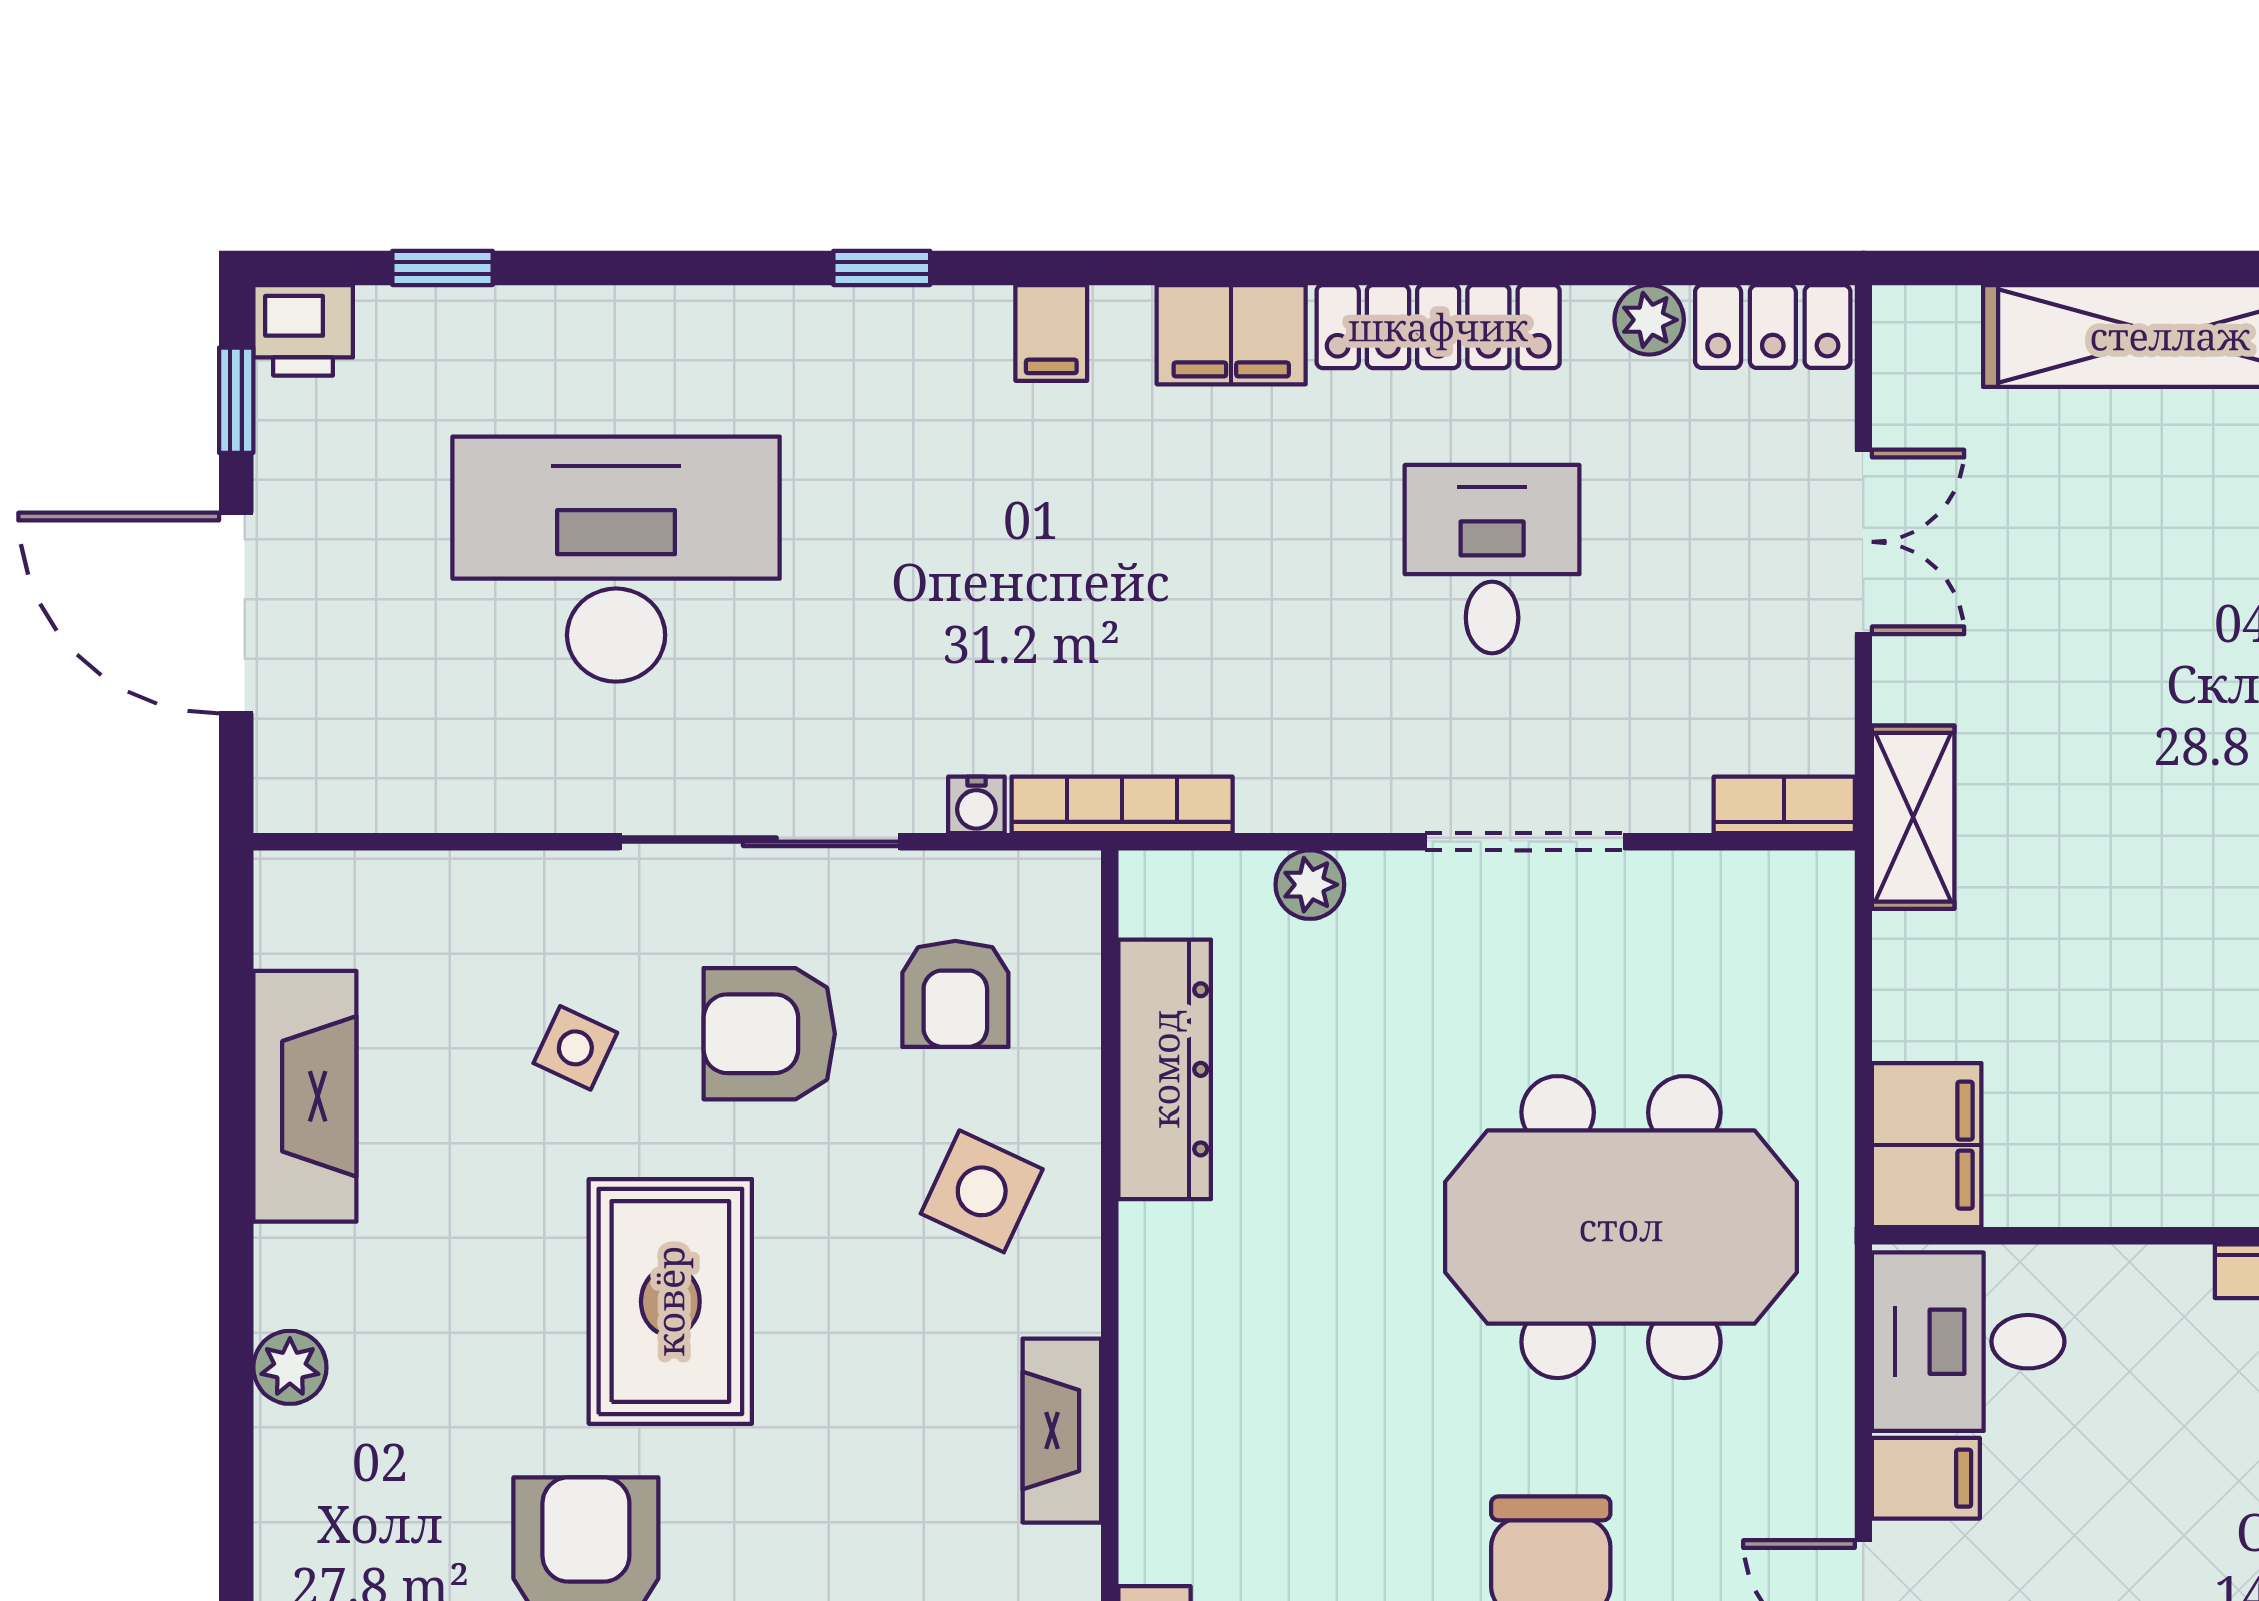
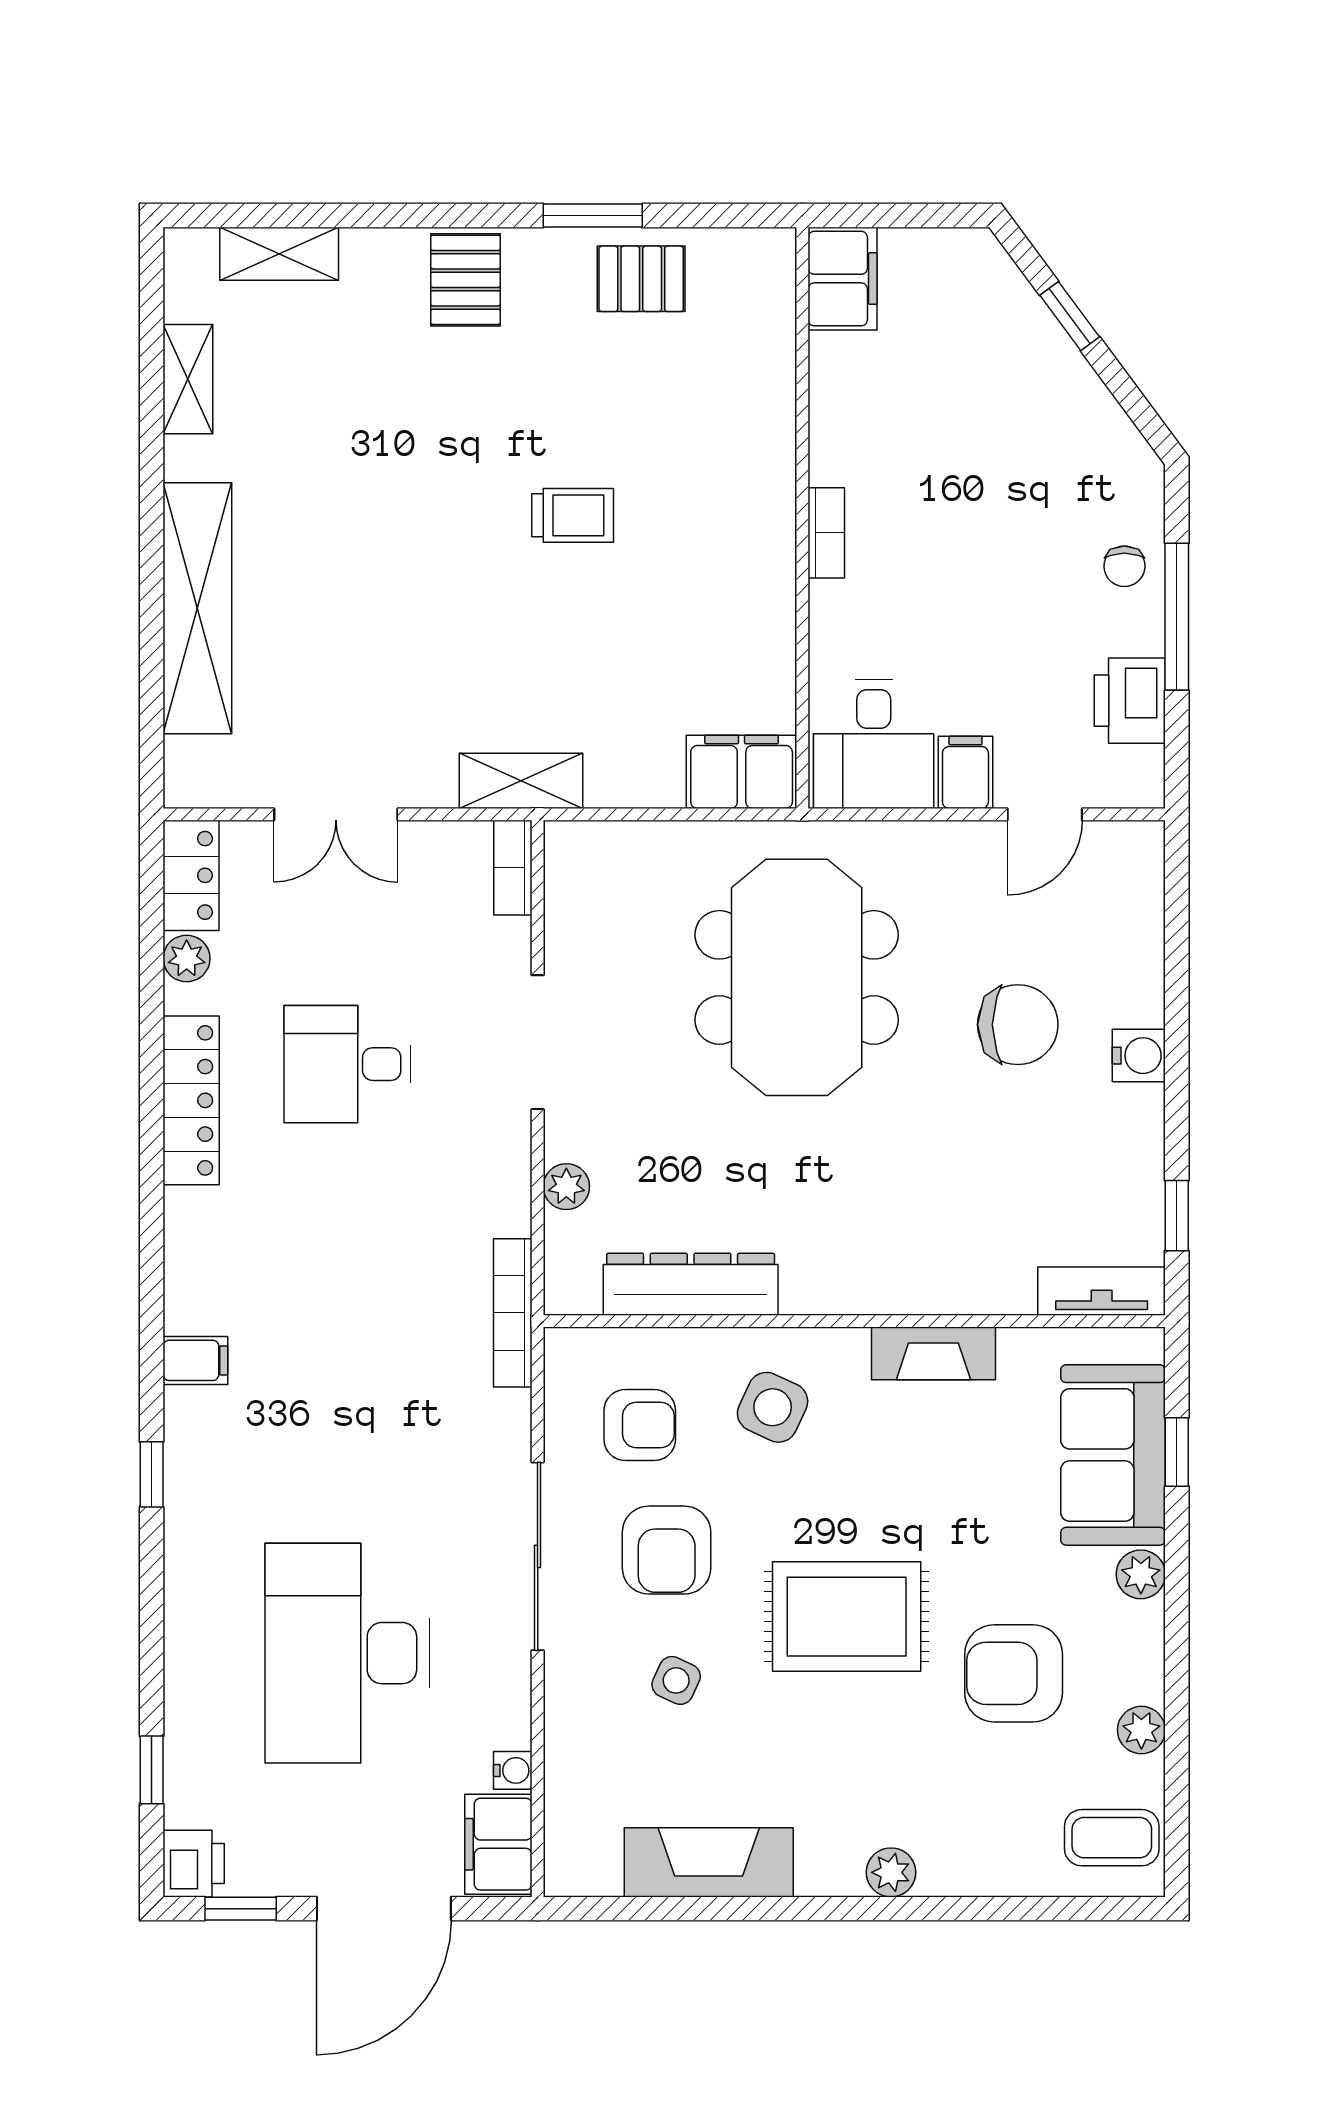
filing cabinet: (1231, 335) -> (498, 1844), moved, turned 180
double door: (1863, 542) -> (336, 814), swing flipped
water cooler: (976, 805) -> (513, 1770), moved

